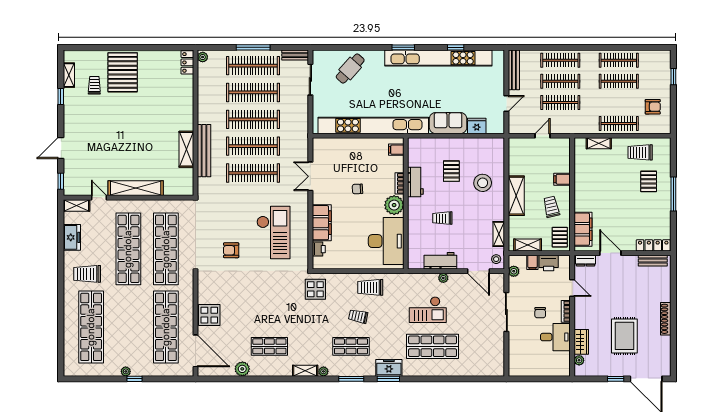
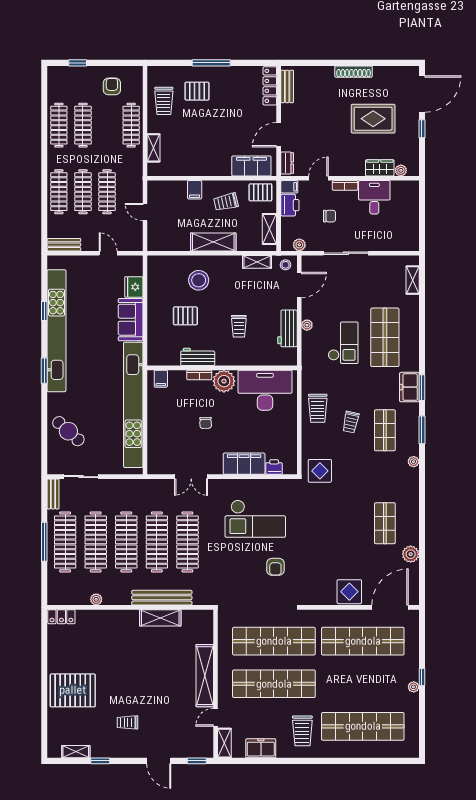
plant: (203, 57) -> (96, 599), moved
bench: (514, 70) -> (64, 245), width x0.73
trolley: (94, 85) -> (127, 722), moved
checkout: (273, 233) -> (255, 519), turned 180
filing cabinet: (532, 262) -> (289, 187), moved
chair: (540, 313) -> (329, 216), moved
shelving: (305, 371) -> (413, 280), moved

